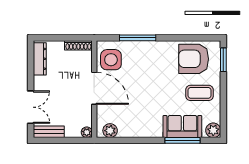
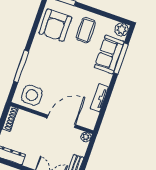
door: (94, 88) -> (61, 121), moved
plant: (110, 131) -> (91, 117), removed
tv unit: (133, 132) -> (99, 98), added

